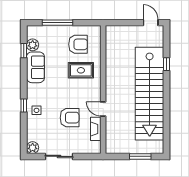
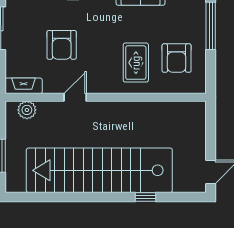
fireplace: (96, 129) -> (24, 86), moved
plant: (111, 140) -> (27, 110), added

